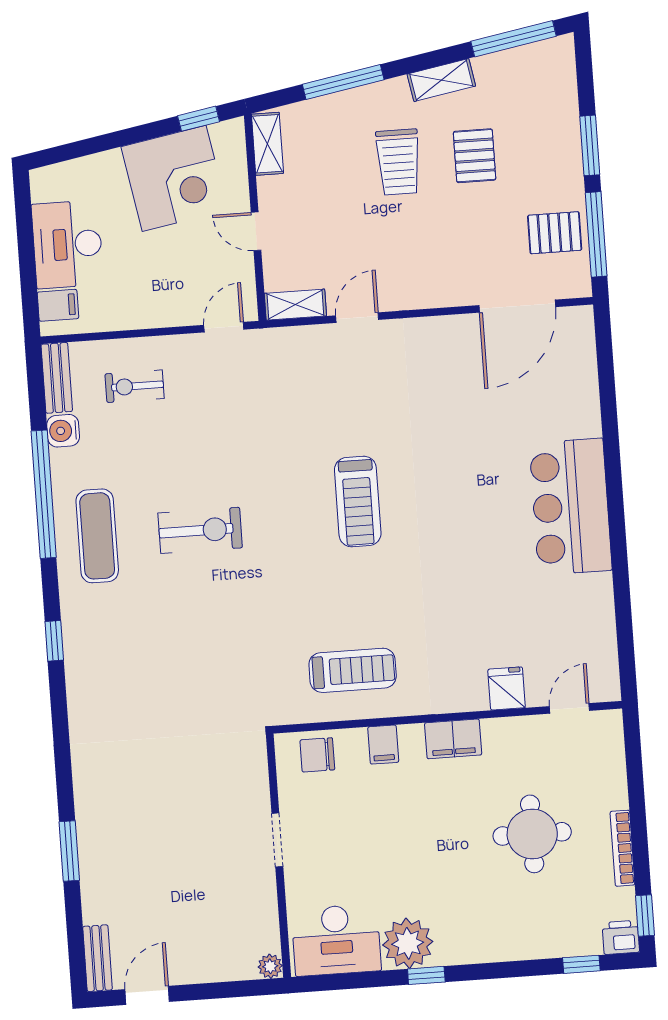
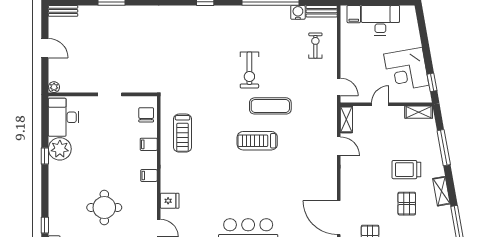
pallet: (475, 156) -> (407, 204), turned 90
exercise mat: (97, 536) -> (270, 106), moved
filing cabinet: (453, 739) -> (149, 175), width x0.50
door: (147, 995) -> (45, 48), moved

